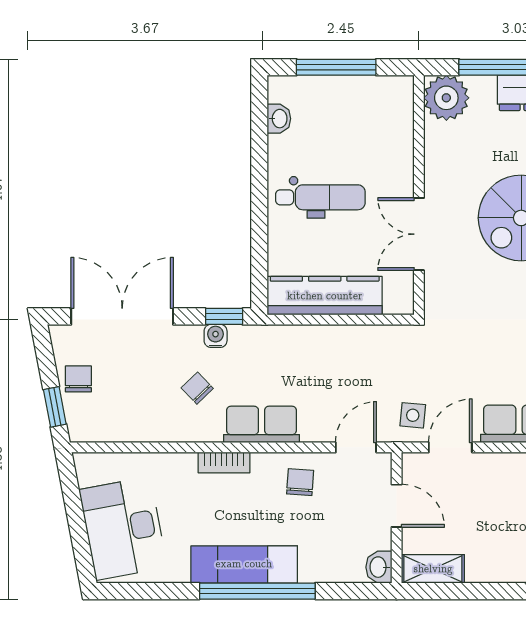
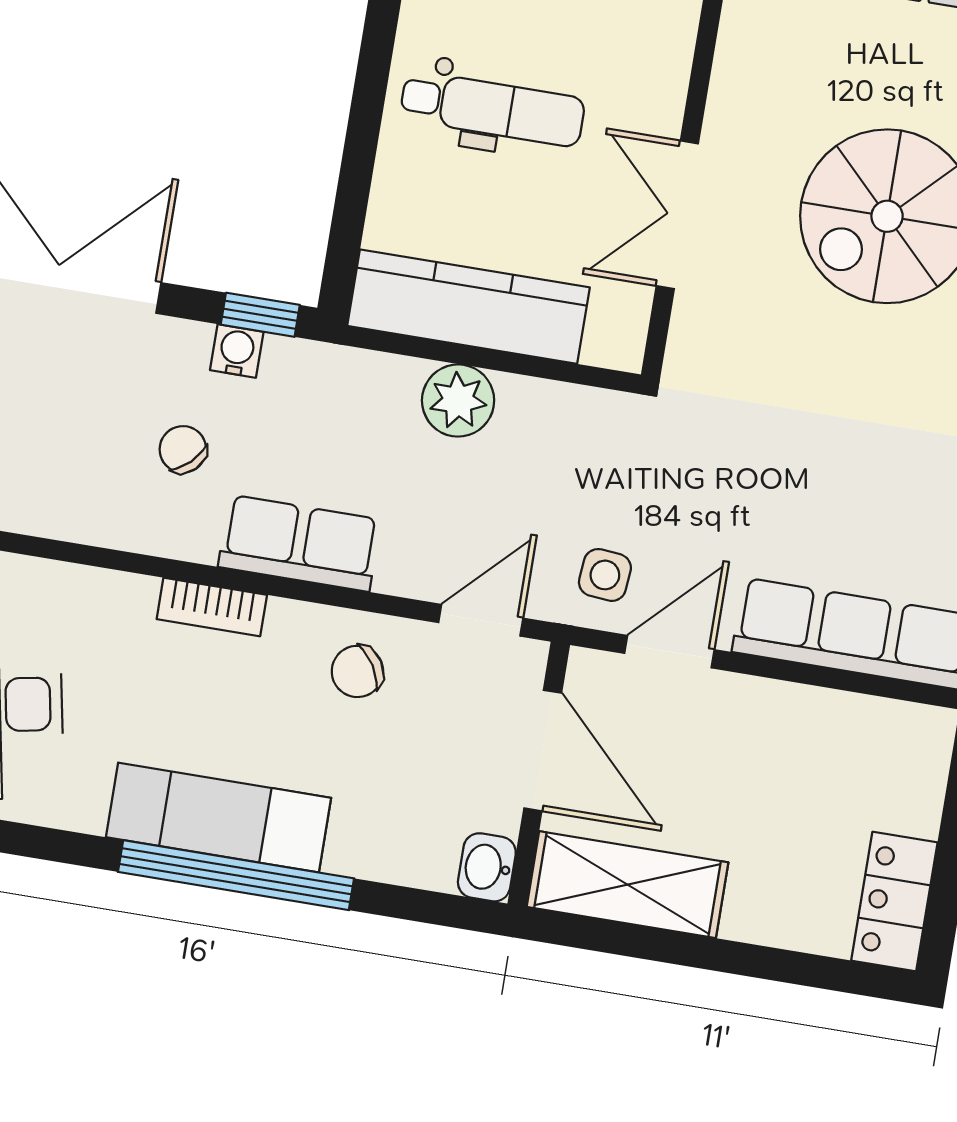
plant: (327, 342) -> (458, 401), added
chair: (300, 482) -> (357, 671), turned -126
door: (397, 506) -> (543, 751), width x1.38
shelving: (433, 569) -> (628, 885), width x1.50, depth x1.33

